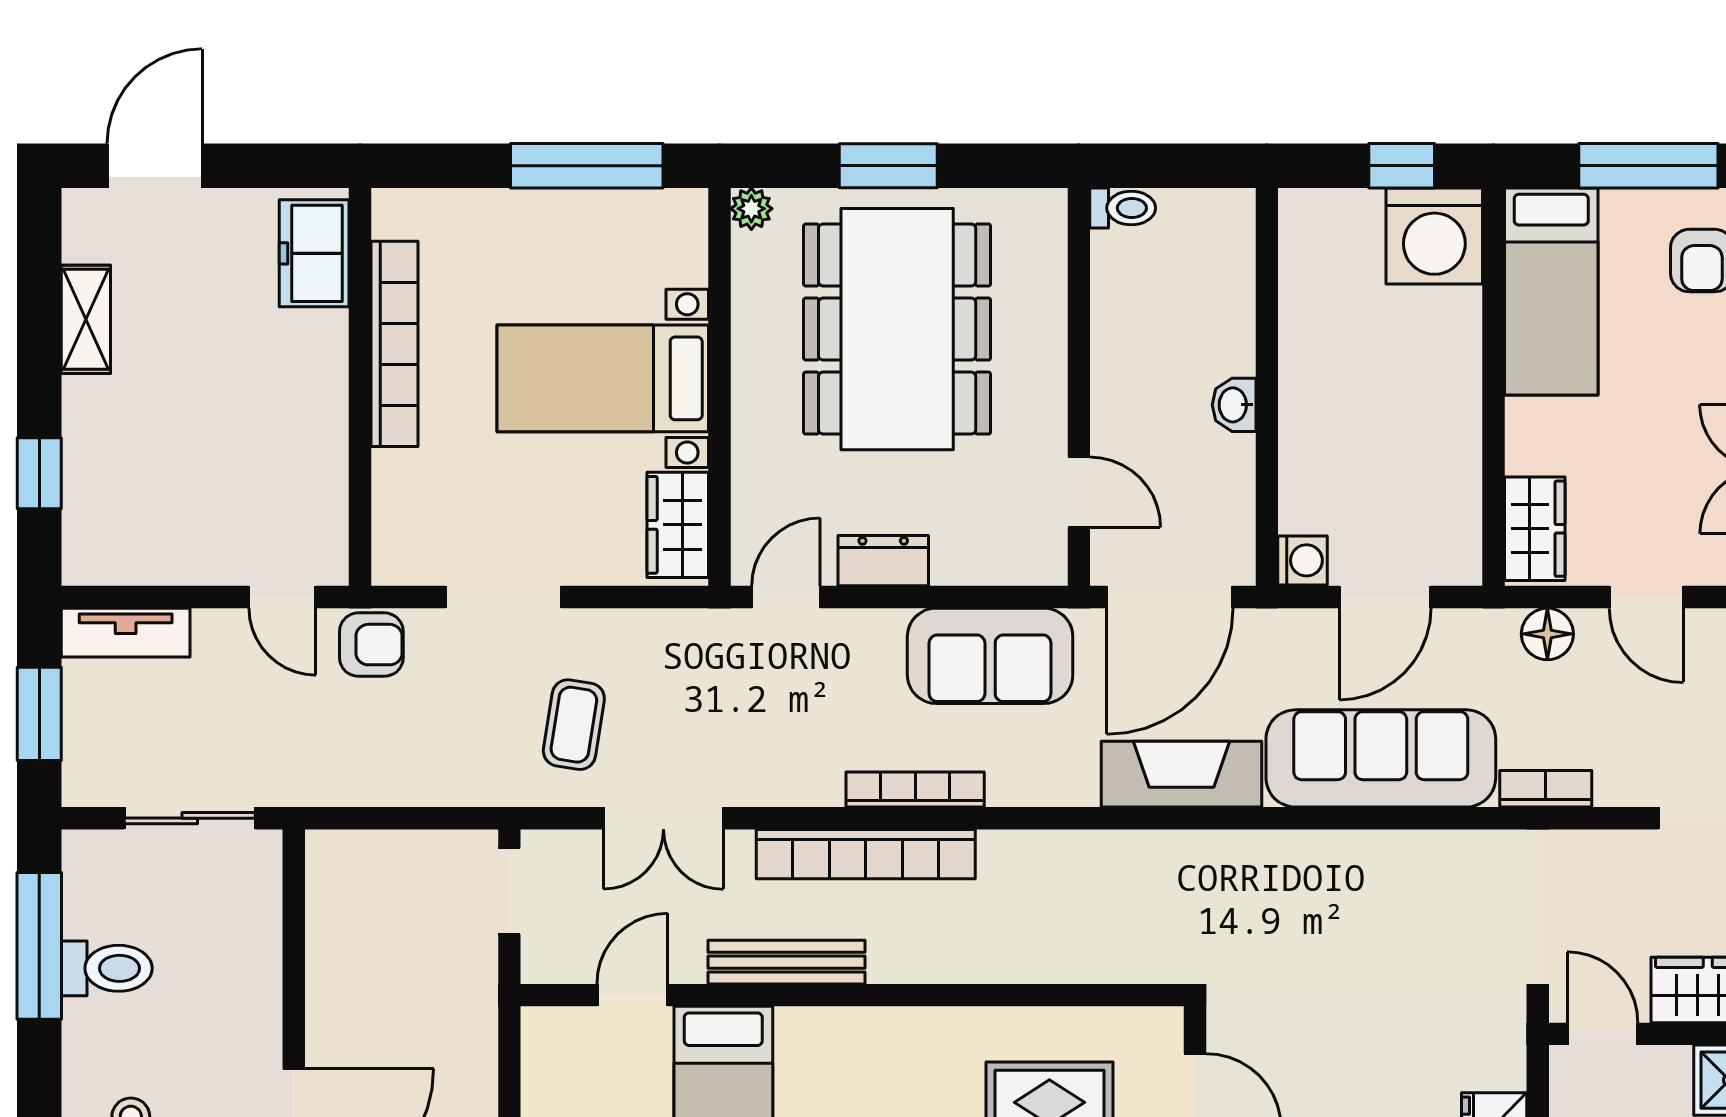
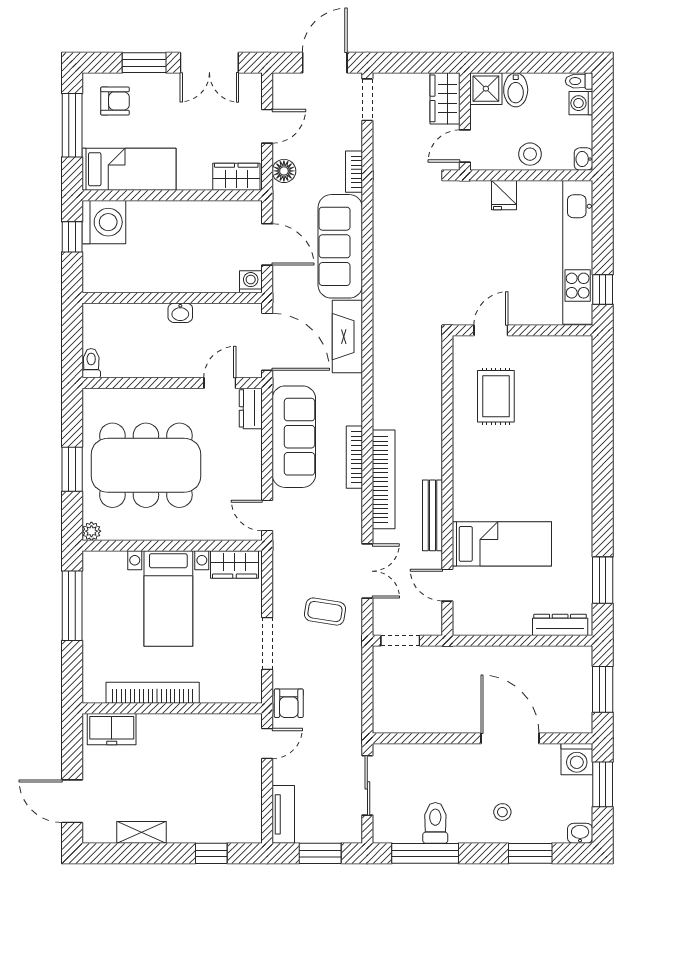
dresser: (883, 561) -> (251, 408), moved
armchair: (371, 645) -> (289, 703), turned 180
sofa: (990, 656) -> (294, 437), width x1.36

